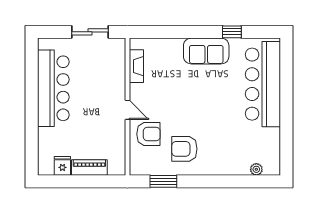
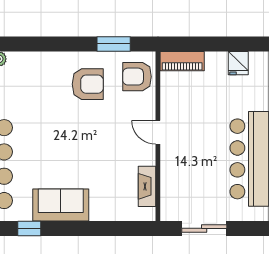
armchair: (148, 134) -> (137, 77), moved
piano: (89, 168) -> (182, 61), moved

